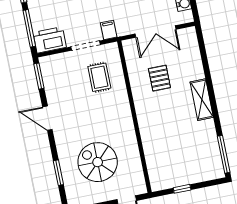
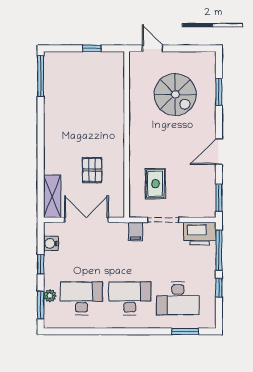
shelving: (202, 100) -> (52, 196), moved
door: (47, 118) -> (219, 152), swing flipped

